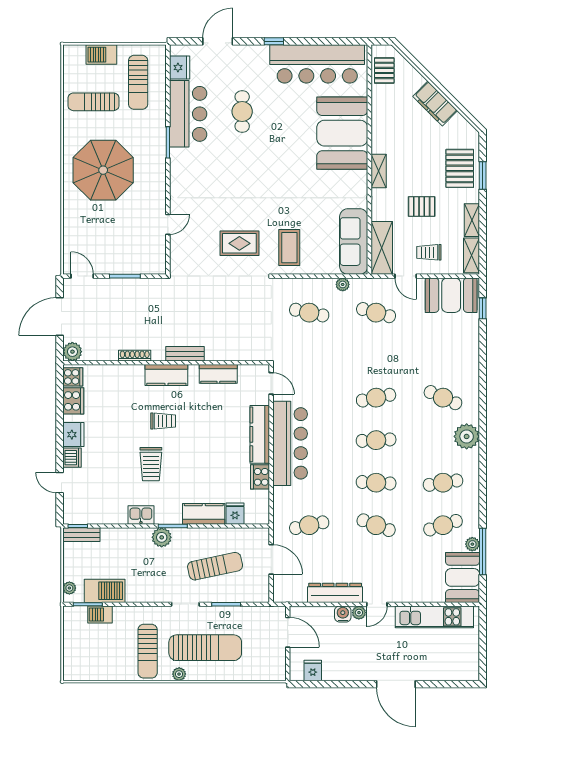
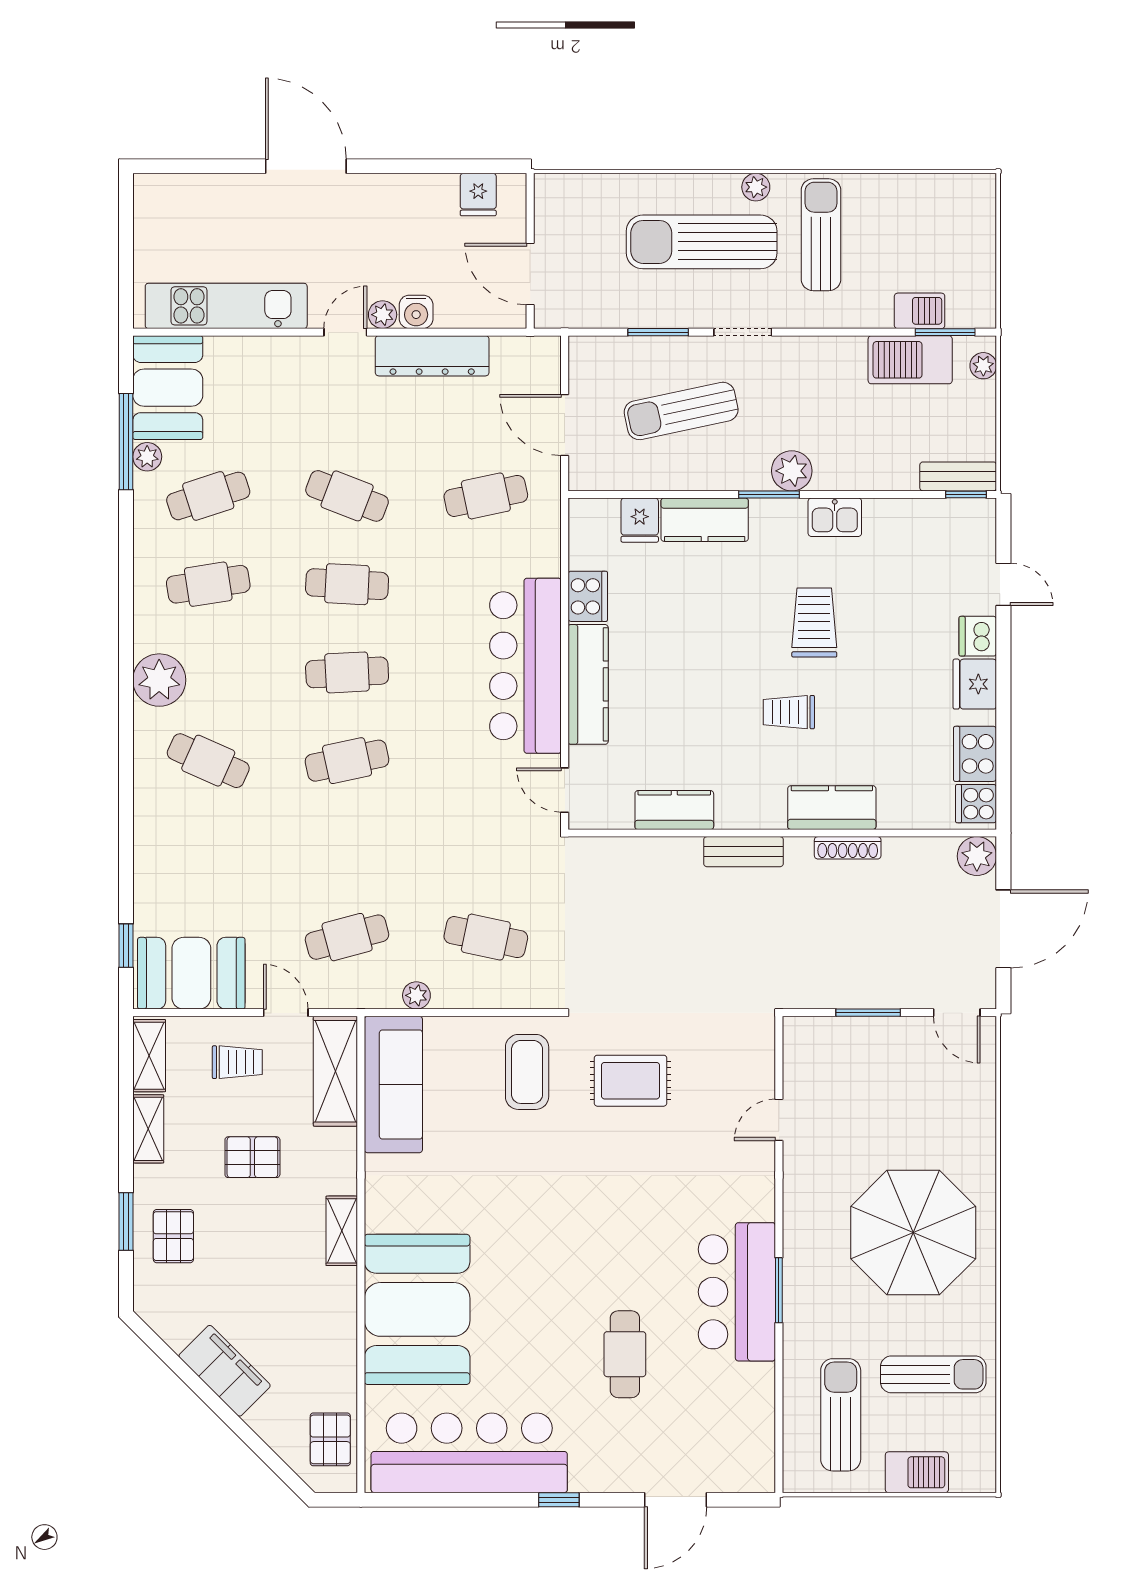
fridge: (180, 68) -> (755, 1445), removed
bar counter: (188, 114) -> (737, 1292), moved
pallet: (460, 168) -> (173, 1236), width x0.67, depth x0.71
cafe table: (376, 313) -> (347, 937), turned -30
kitchen counter: (166, 375) -> (832, 808), moved

